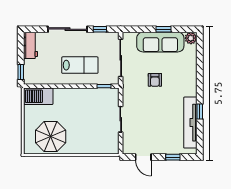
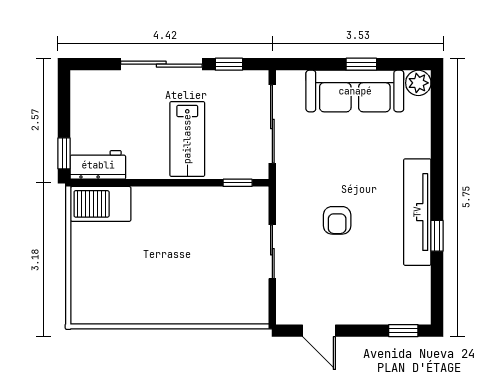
workbench: (30, 45) -> (98, 165), moved, turned -90
lab bench: (80, 65) -> (187, 139), turned 90
armchair: (155, 80) -> (337, 220), moved
tv unit: (190, 123) -> (417, 212), moved
parasol: (51, 136) -> (126, 288), removed
window: (173, 157) -> (403, 331), moved

